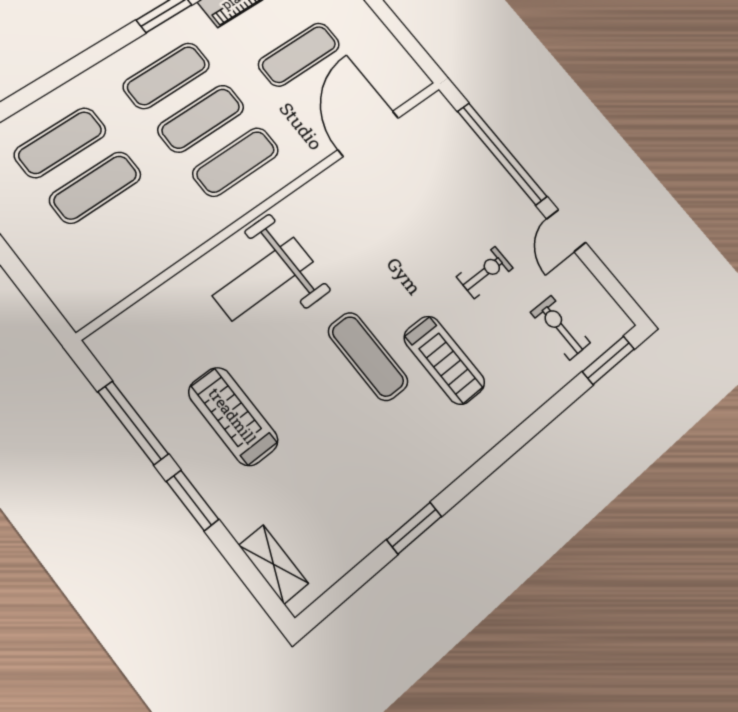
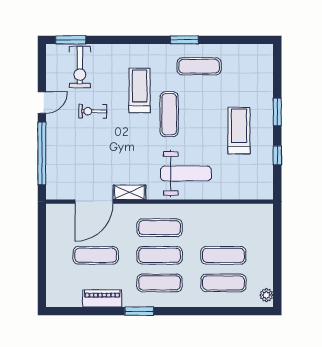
exercise bike: (560, 328) -> (80, 67), width x1.38, depth x1.39
treadmill: (233, 416) -> (239, 130), turned 180
window: (133, 423) -> (277, 155), width x0.46
exercise mat: (386, 476) -> (199, 66), added
window: (414, 528) -> (184, 40), moved
shelving: (274, 564) -> (129, 192), moved, turned 90

